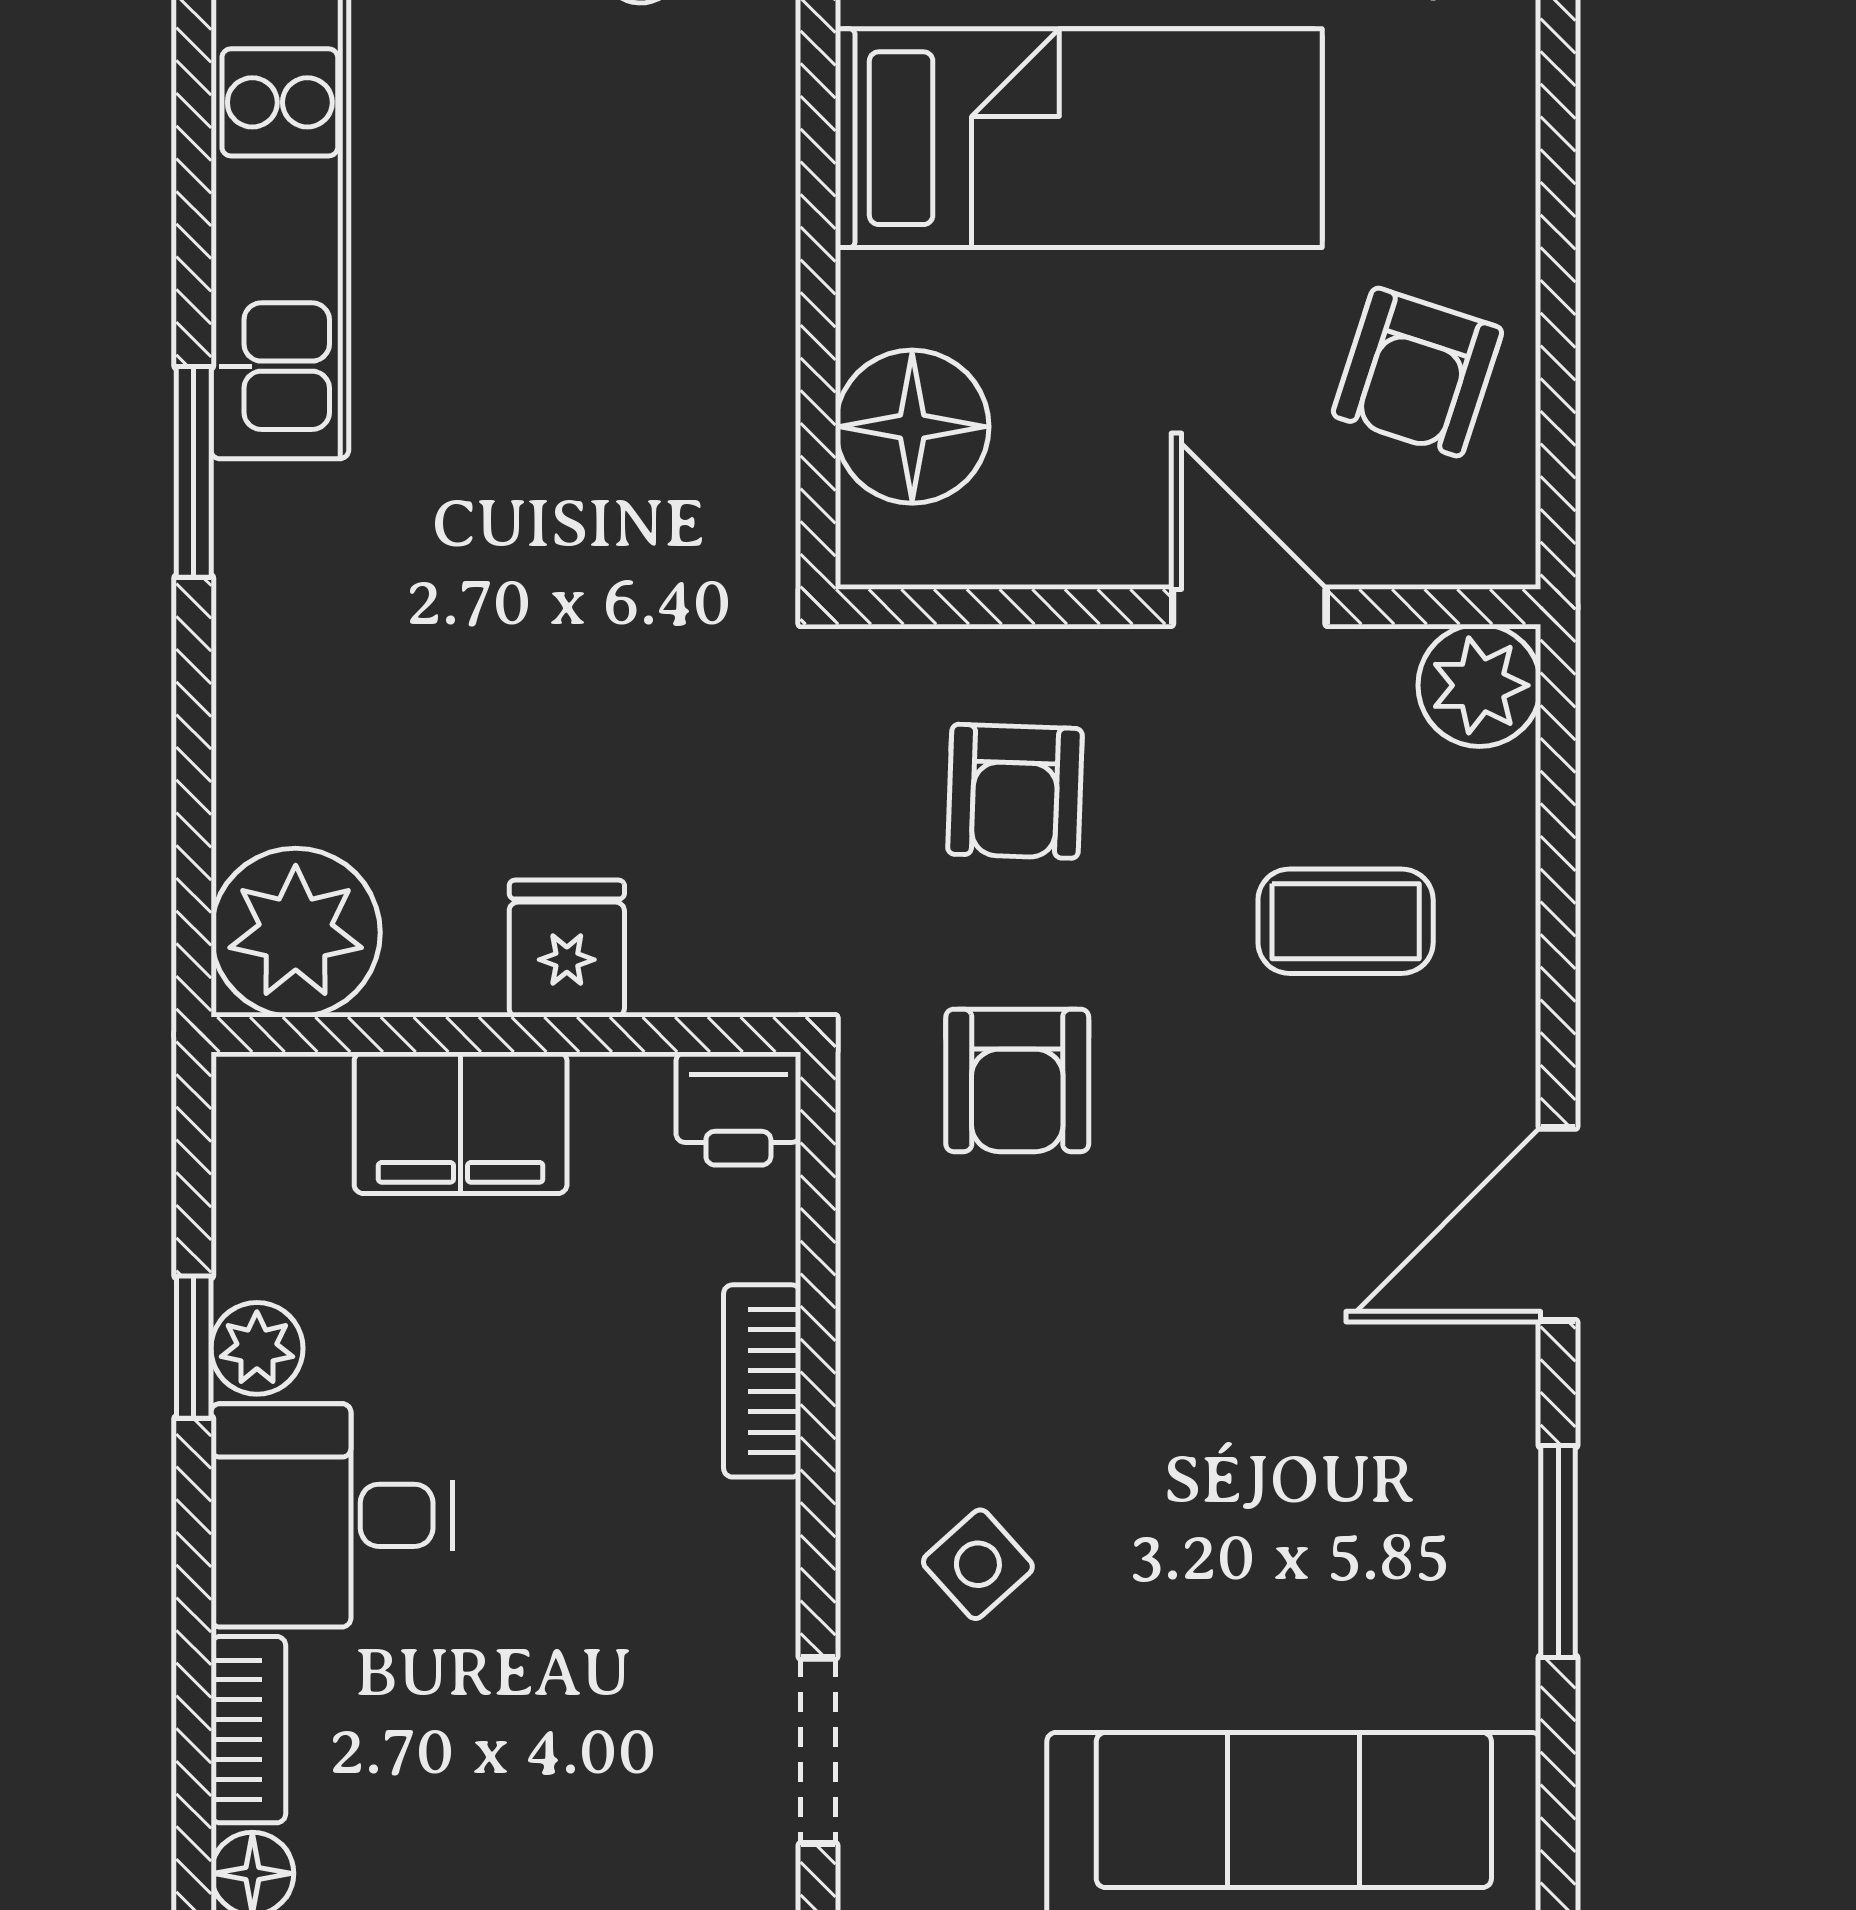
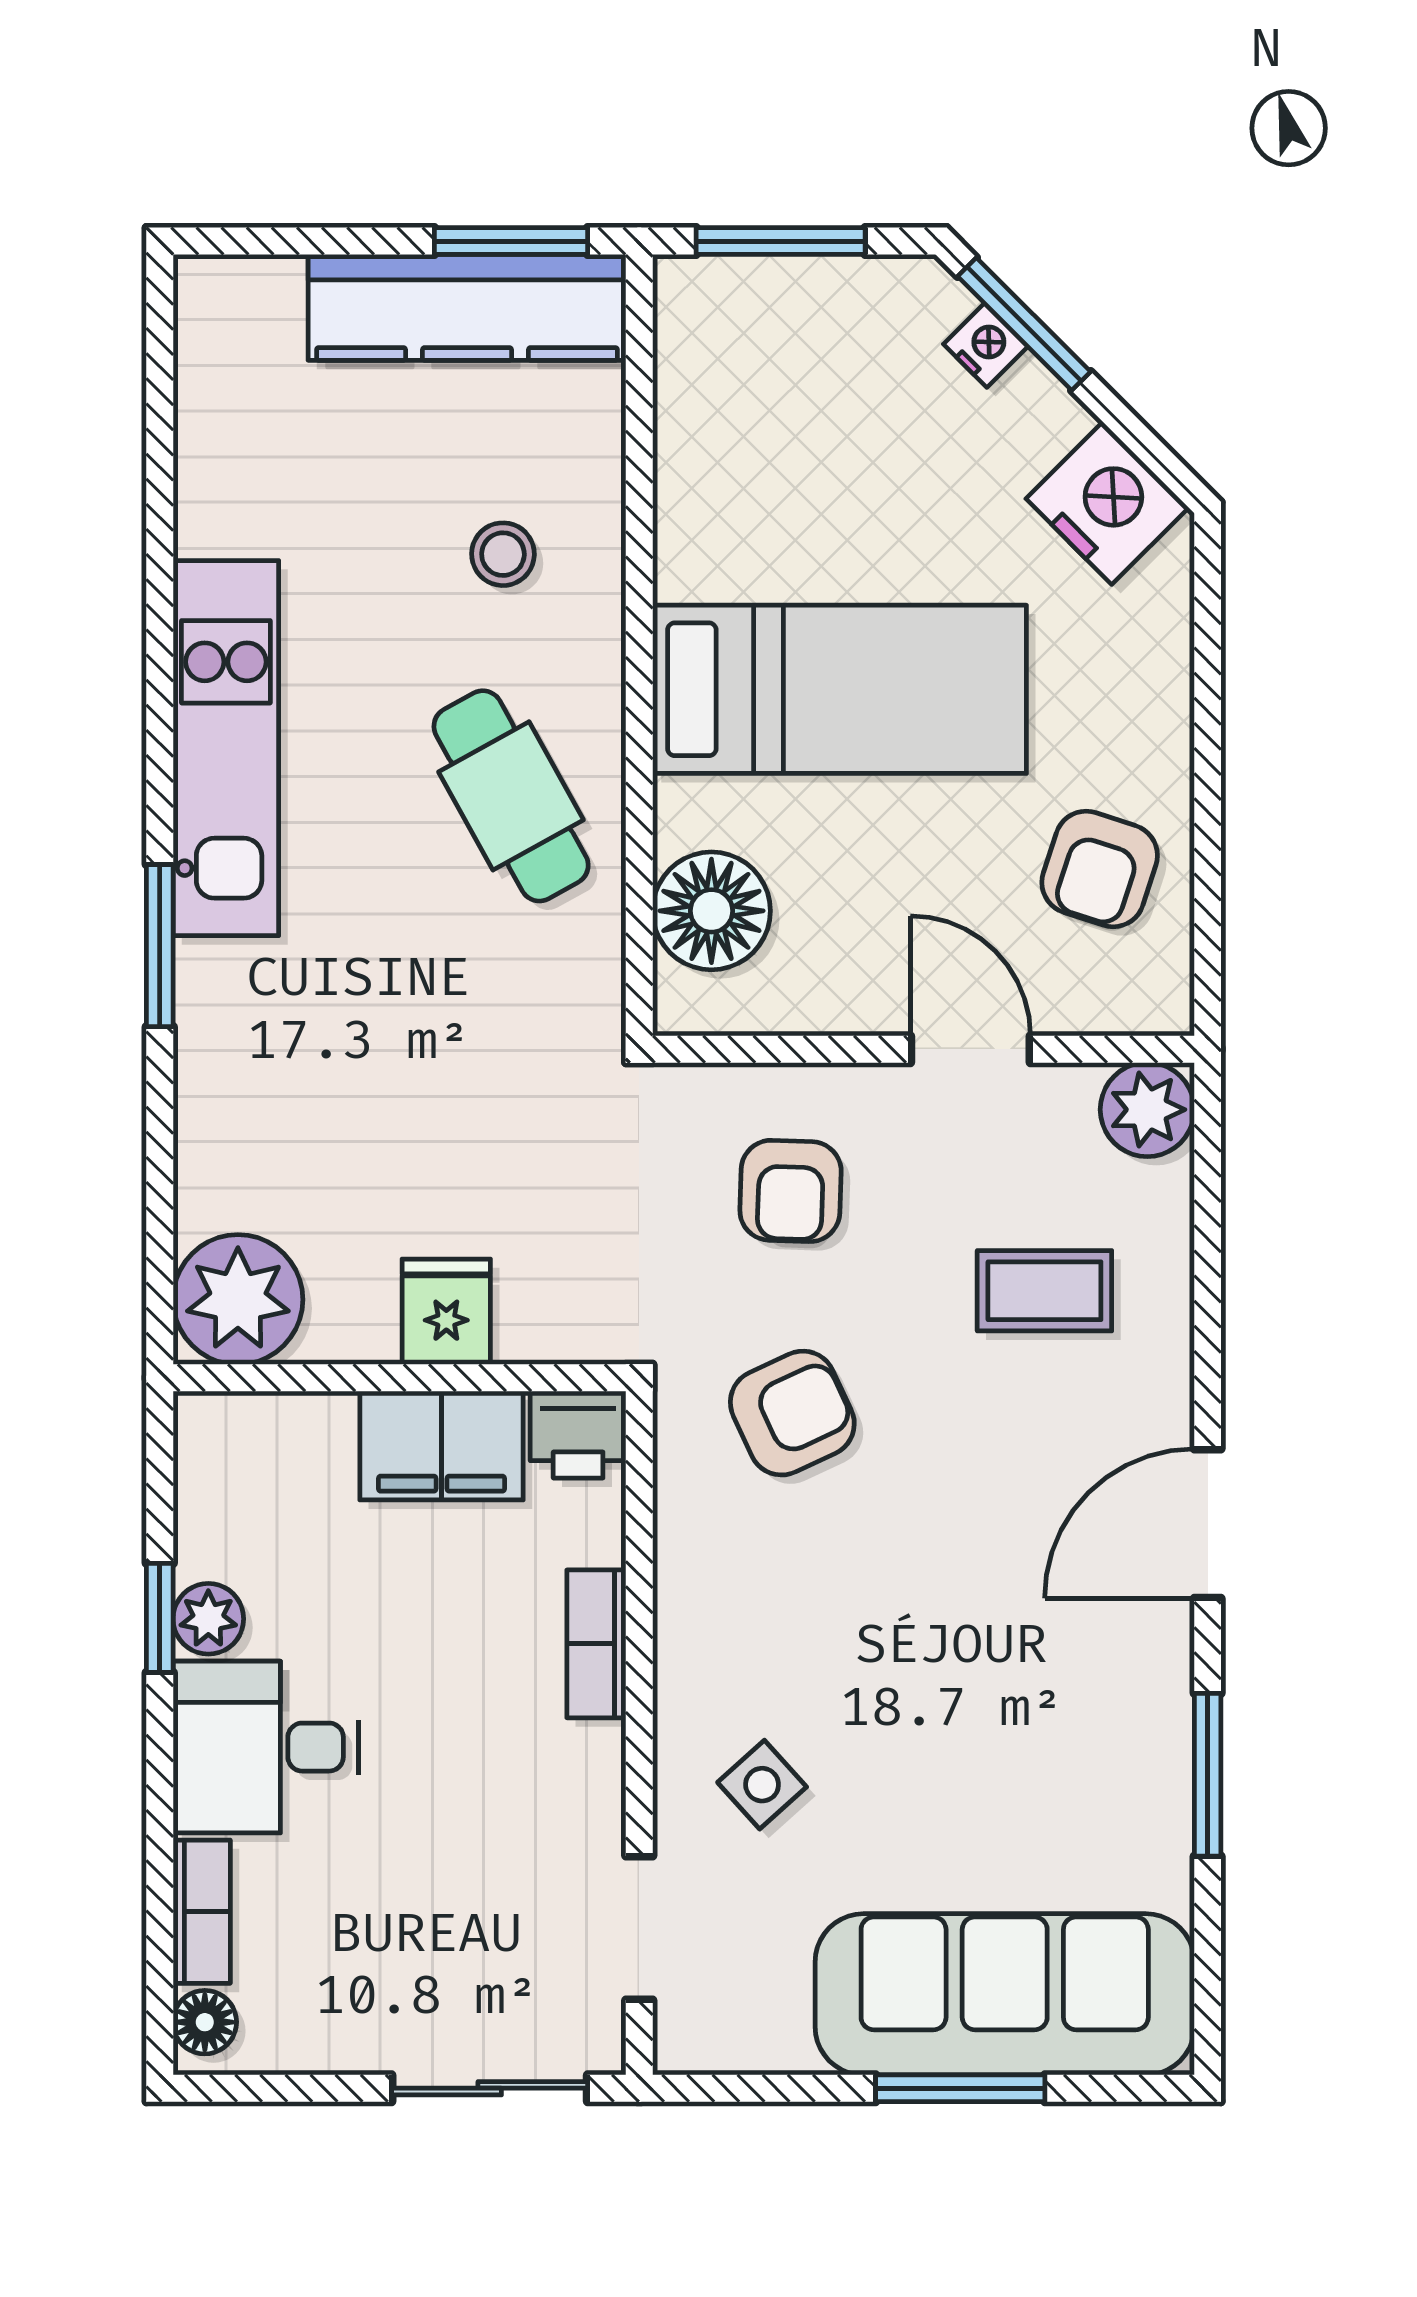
cafe table: (651, 277) -> (511, 796), added
armchair: (1017, 1080) -> (792, 1413), turned -115
filing cabinet: (461, 1123) -> (442, 1446), moved

